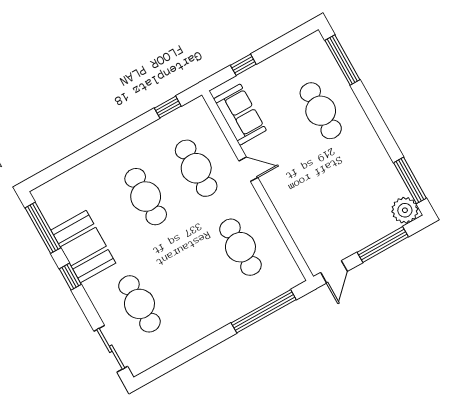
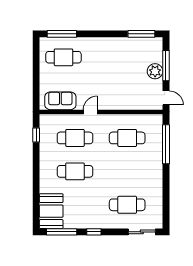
window: (243, 65) -> (36, 85), removed
cafe table: (321, 111) -> (63, 57), moved
plant: (405, 210) -> (155, 71), moved
booth: (83, 247) -> (51, 211), moved, turned 90

